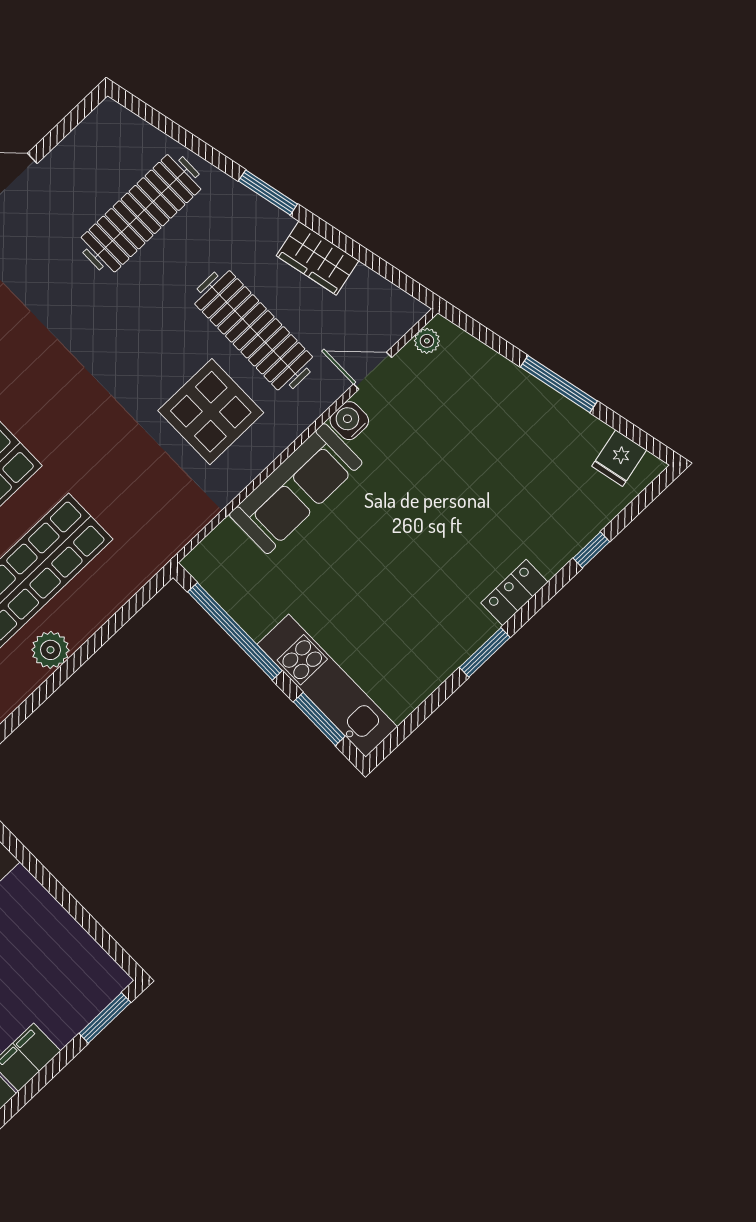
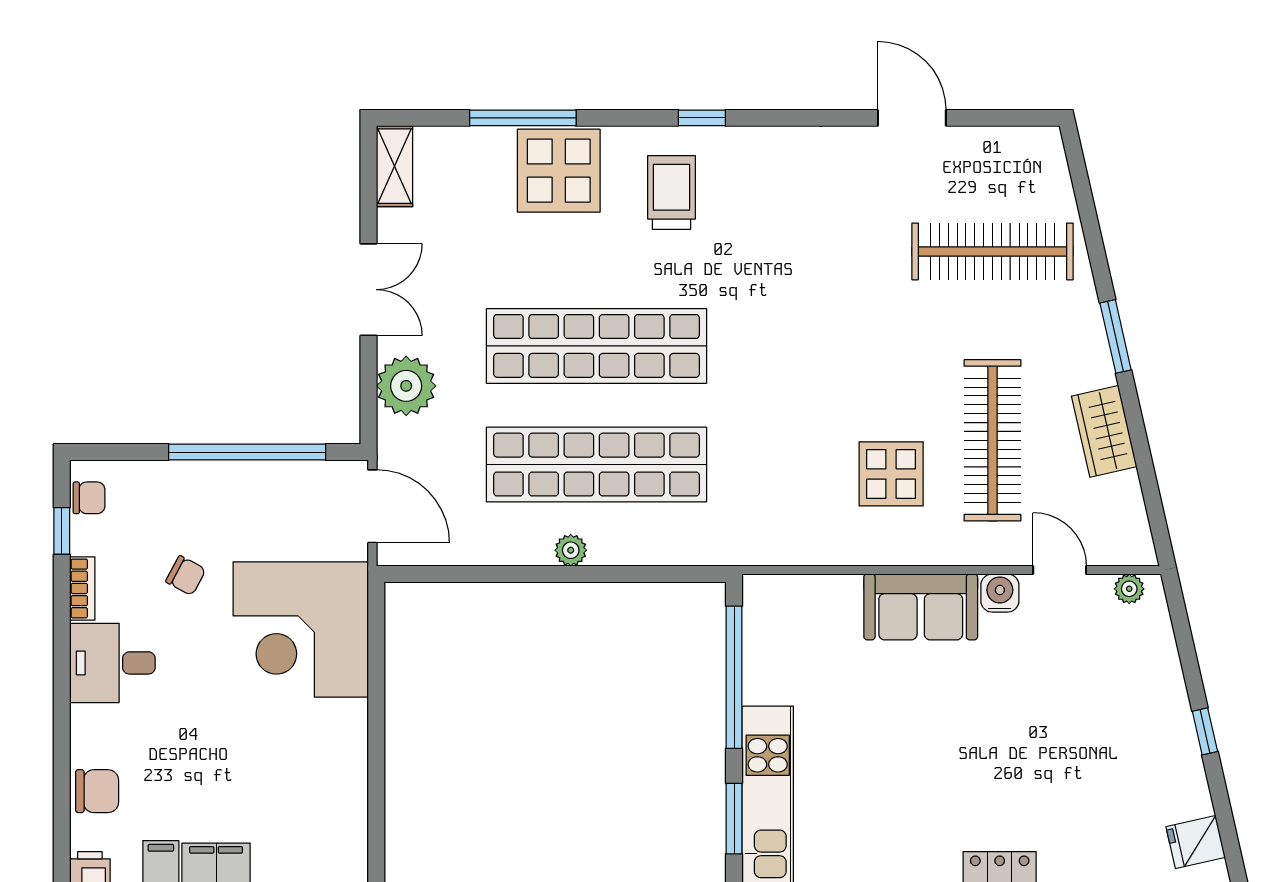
window: (559, 384) -> (1205, 731), width x0.46
display table: (211, 412) -> (891, 474), width x0.73, depth x0.73
sofa: (296, 489) -> (921, 607), width x0.73
plant: (50, 650) -> (571, 550), width x0.73, depth x0.73

